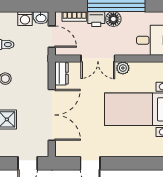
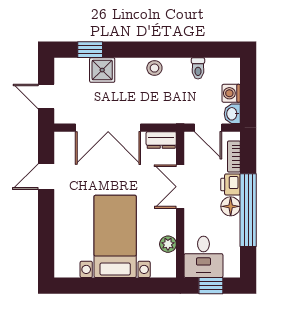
door: (52, 37) -> (208, 128), hinge flipped
plant: (123, 68) -> (168, 244), moved

